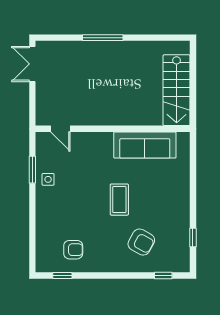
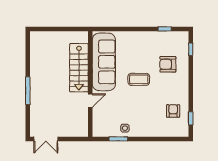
stairs: (177, 90) -> (79, 68), moved, turned 90
door: (60, 129) -> (90, 101), moved
sofa: (145, 145) -> (104, 62), width x1.36, depth x1.27
armchair: (141, 242) -> (168, 64), turned -119

